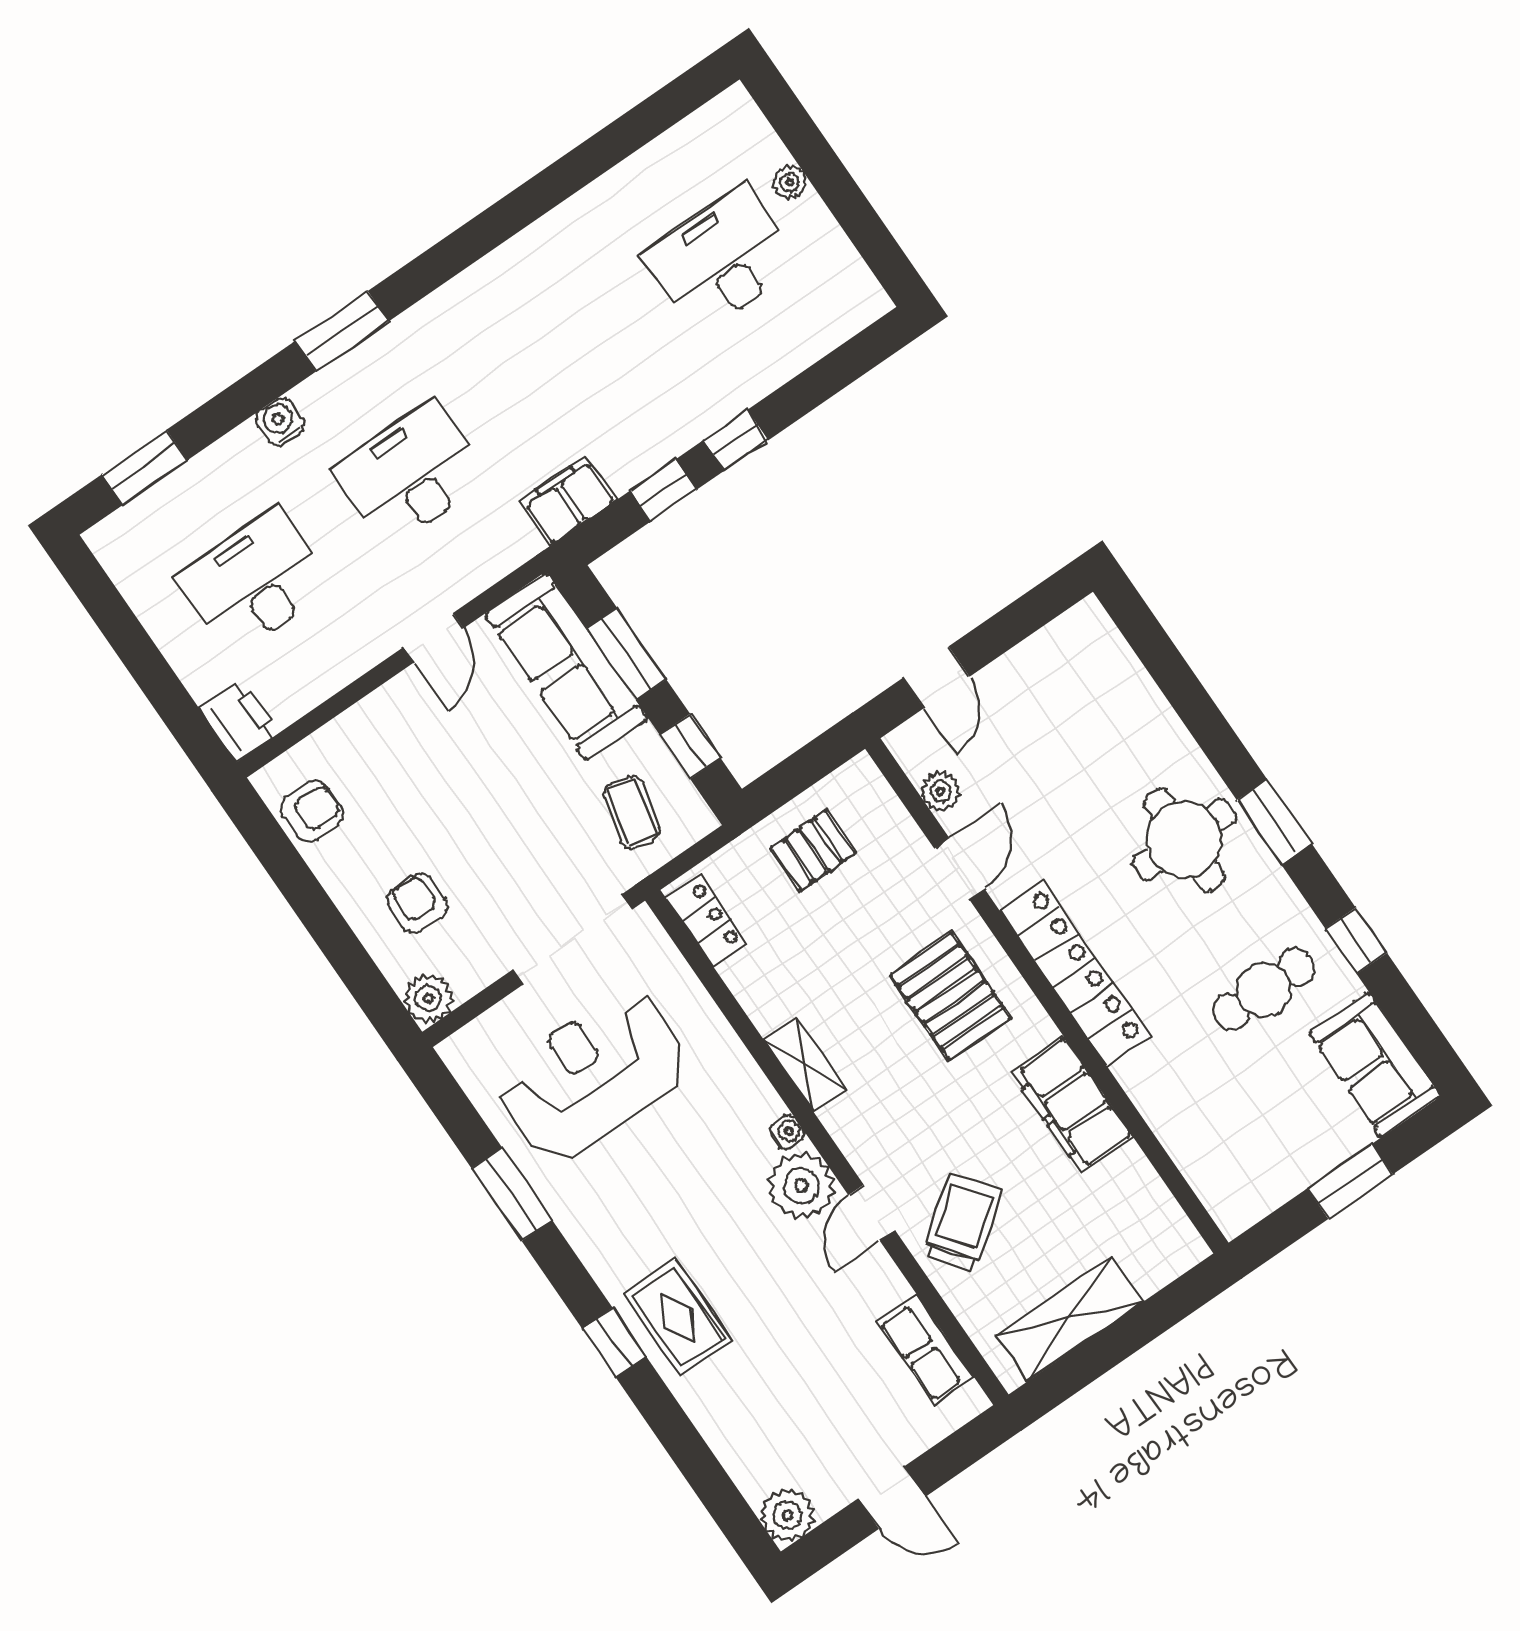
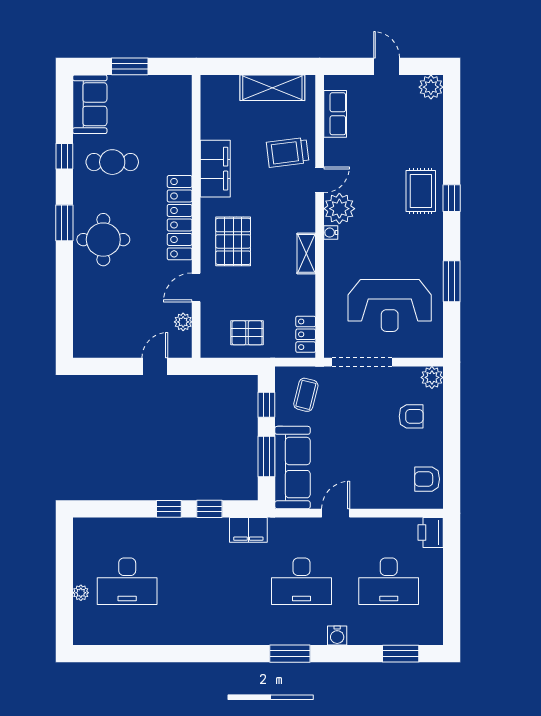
armchair: (418, 903) -> (411, 416), turned -90
trolley: (963, 1222) -> (288, 152), turned 30

